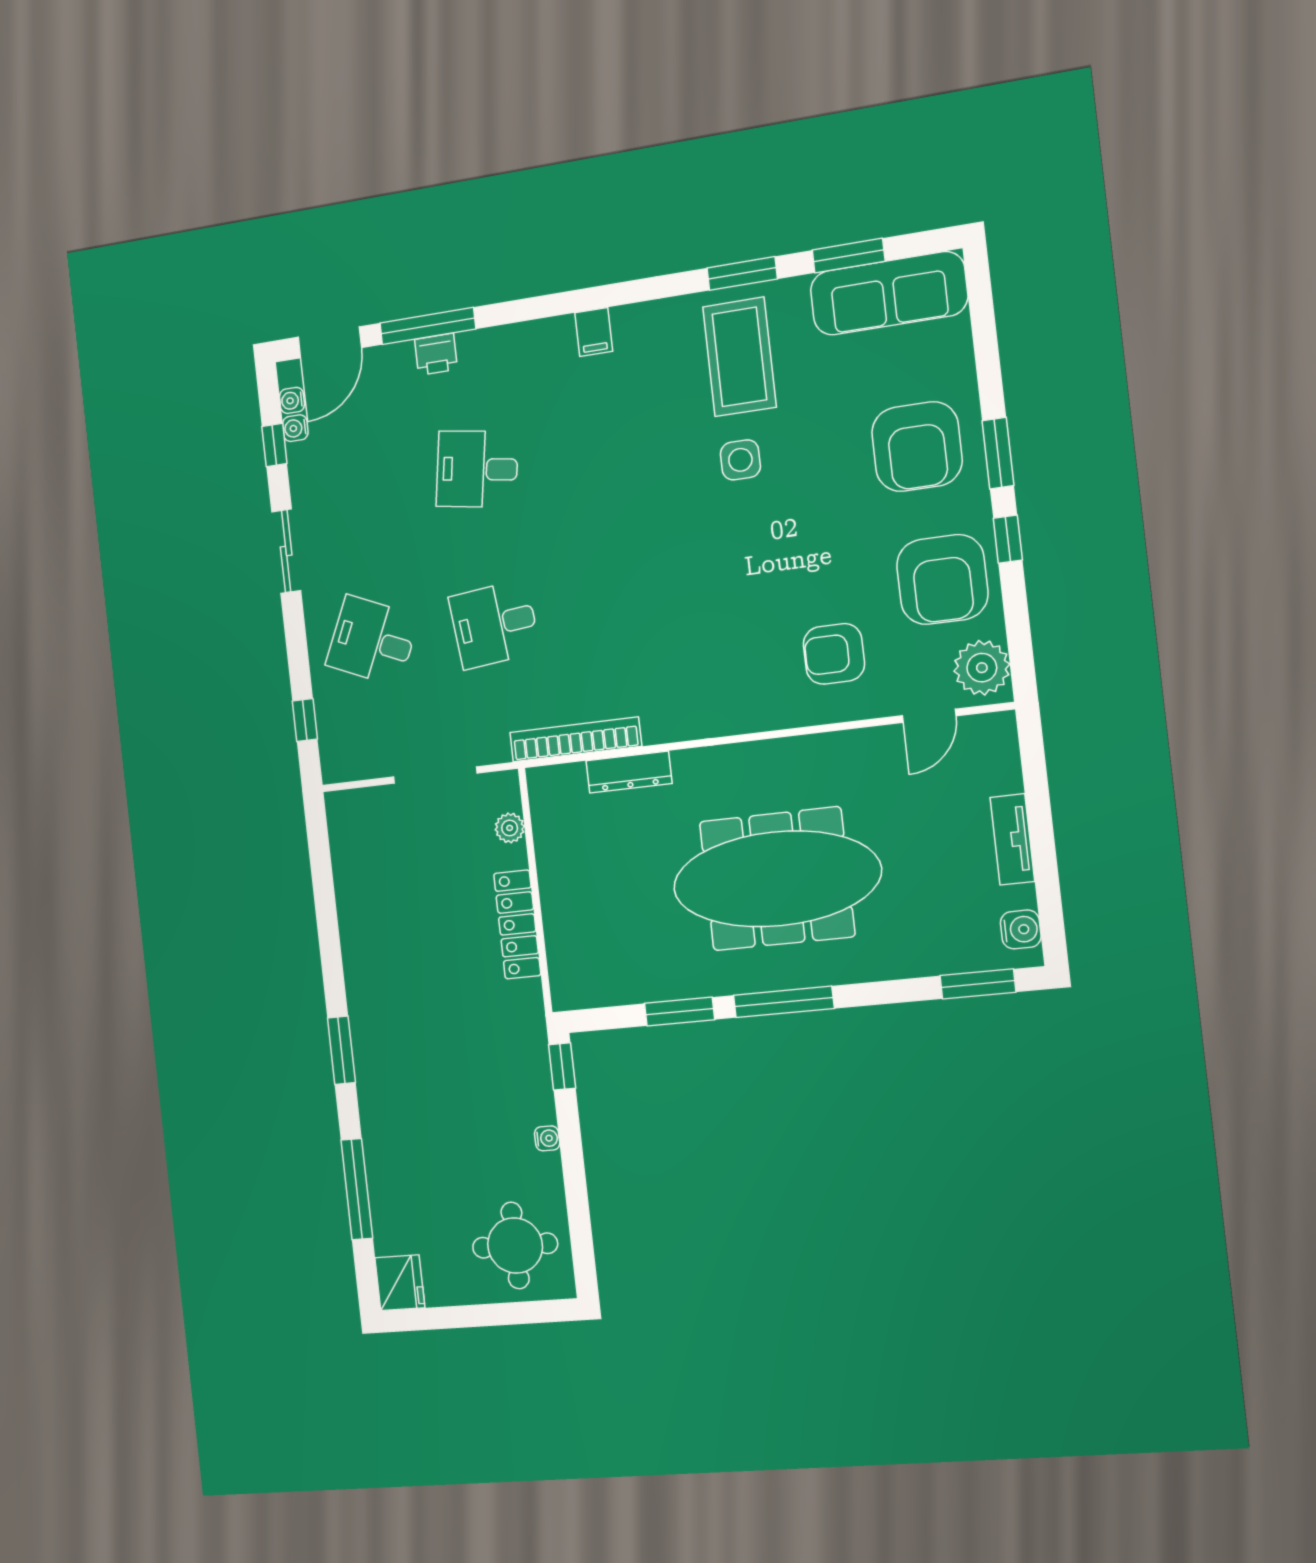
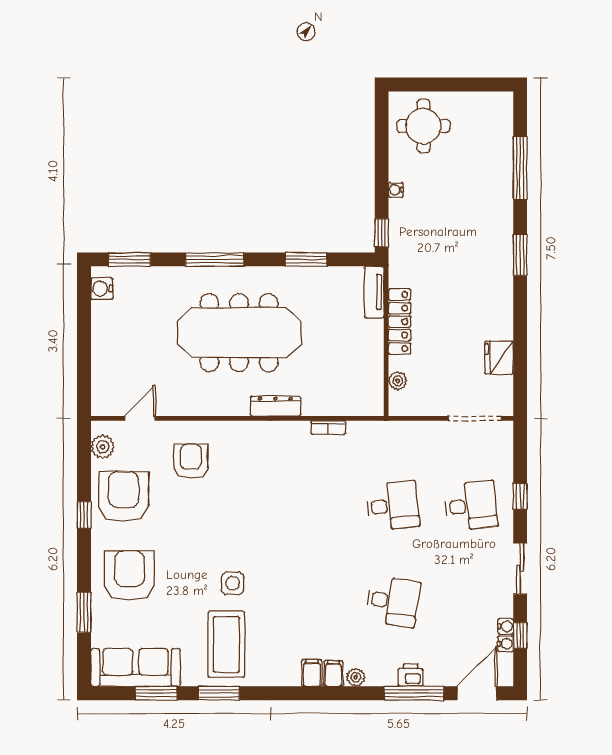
plant: (522, 337) -> (356, 677), added
filing cabinet: (559, 337) -> (333, 674), added
water cooler: (292, 400) -> (506, 626), moved
window: (998, 453) -> (84, 612), moved
desk: (372, 641) -> (471, 506), turned -30
armchair: (834, 654) -> (191, 461), turned -90
plant: (982, 668) -> (103, 447), width x0.73, depth x0.73
window: (305, 720) -> (520, 496), moved
bookcase: (575, 739) -> (328, 428), width x0.43, depth x0.76
dresser: (629, 772) -> (275, 406), moved
doorway: (435, 775) -> (475, 418), moved
tv unit: (1012, 839) -> (374, 292), moved, turned 180
window: (784, 1002) -> (215, 259), moved
fridge: (400, 1283) -> (499, 358), moved

